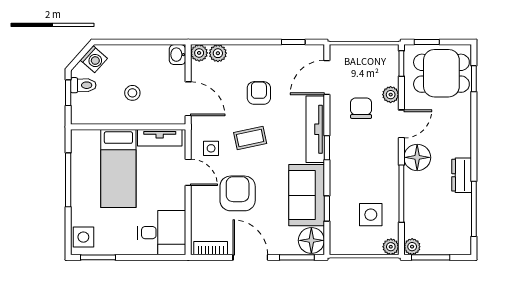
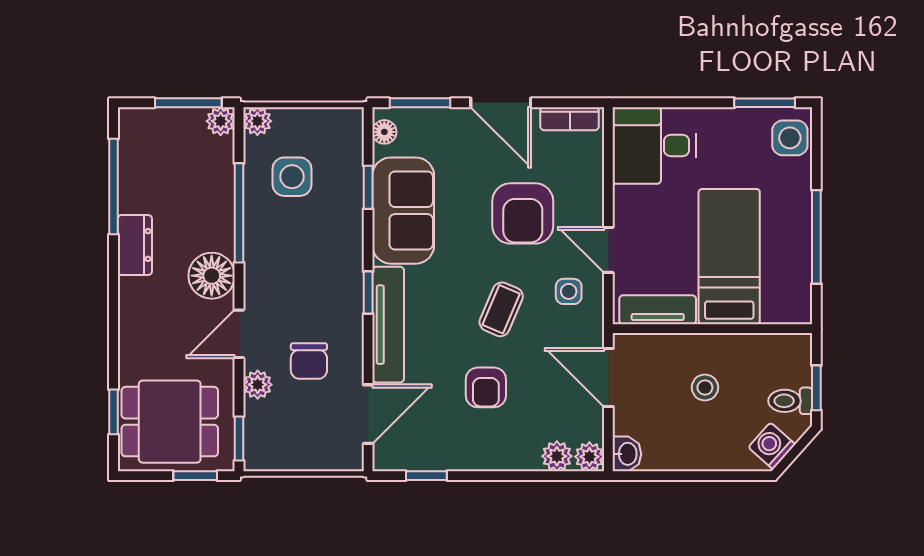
coffee table: (250, 138) -> (501, 309), turned -55
floor lamp: (311, 240) -> (384, 132), width x0.53, depth x0.53

